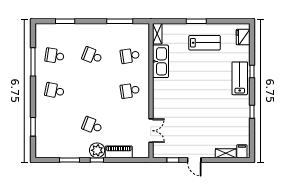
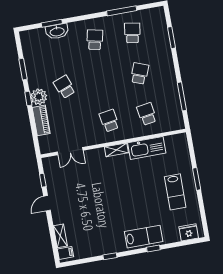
shelving: (157, 34) -> (116, 150), moved
washbasin: (41, 123) -> (57, 31), added
school desk: (92, 126) -> (64, 87), turned -42

